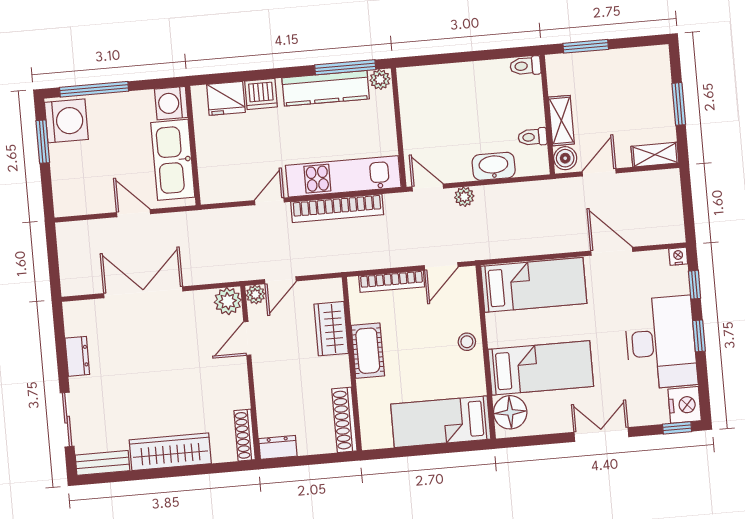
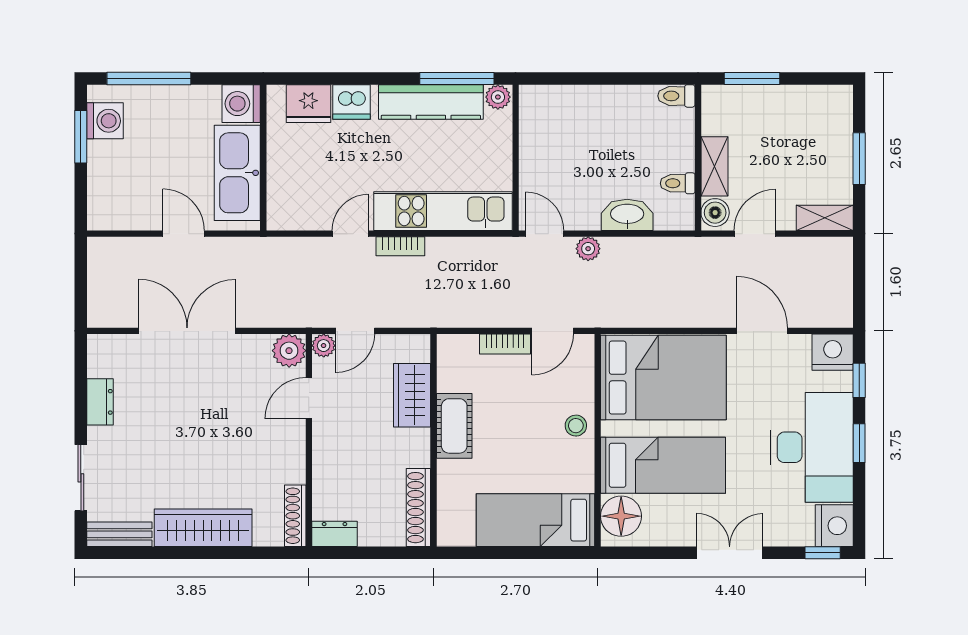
washing machine: (66, 121) -> (105, 121), width x0.73, depth x0.73
bookcase: (337, 208) -> (400, 246), width x0.43, depth x0.76
nightstand: (678, 256) -> (833, 352), width x1.89, depth x1.79
bookcase: (392, 281) -> (505, 344), width x0.64
bed: (534, 285) -> (663, 378), width x1.50

